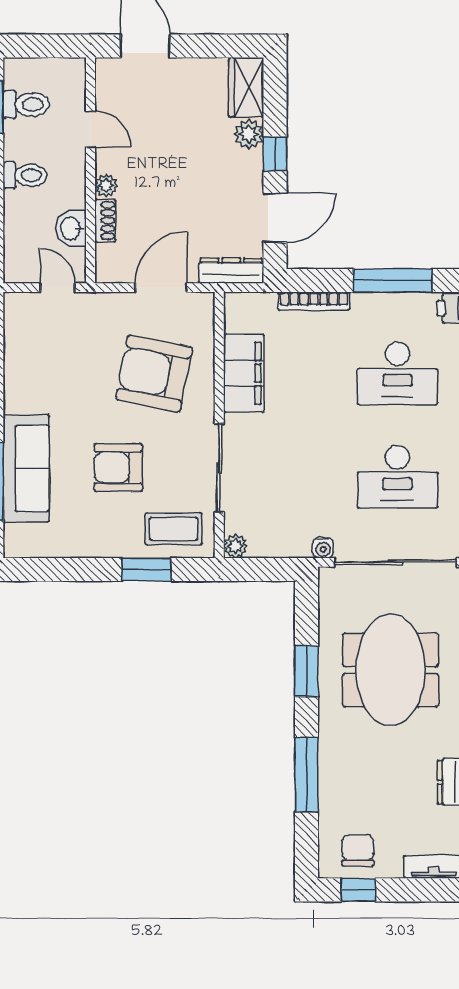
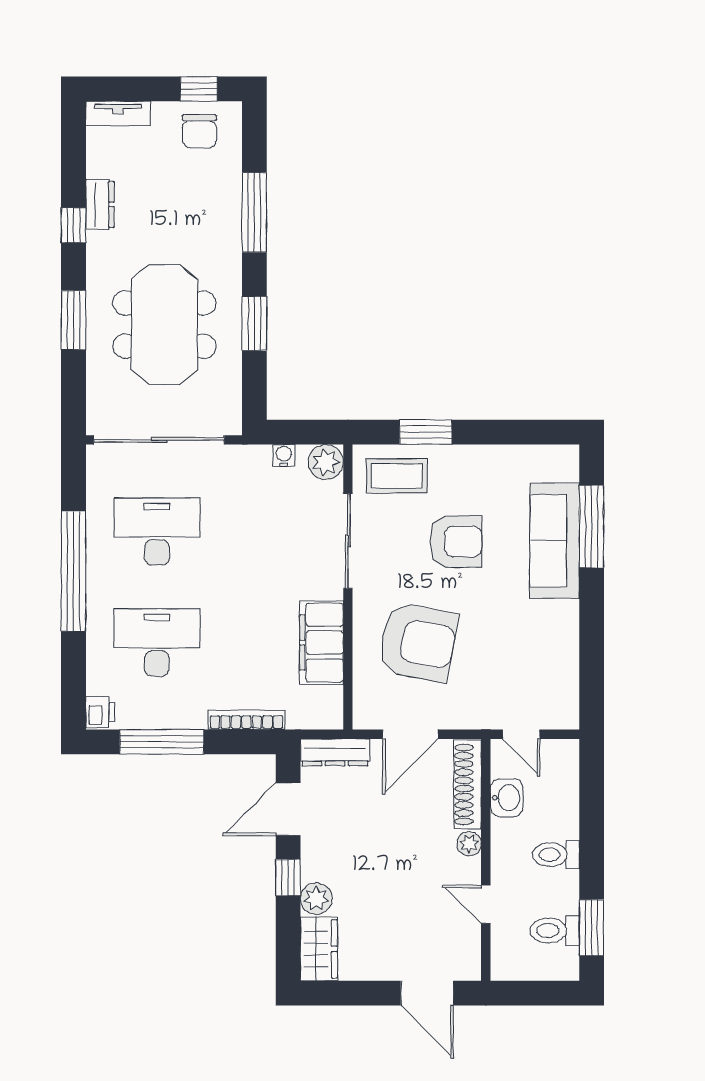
shoe rack: (105, 221) -> (467, 784), width x1.94, depth x1.24
plant: (235, 546) -> (326, 462), width x1.38, depth x1.38
water cooler: (323, 548) -> (284, 455), moved

